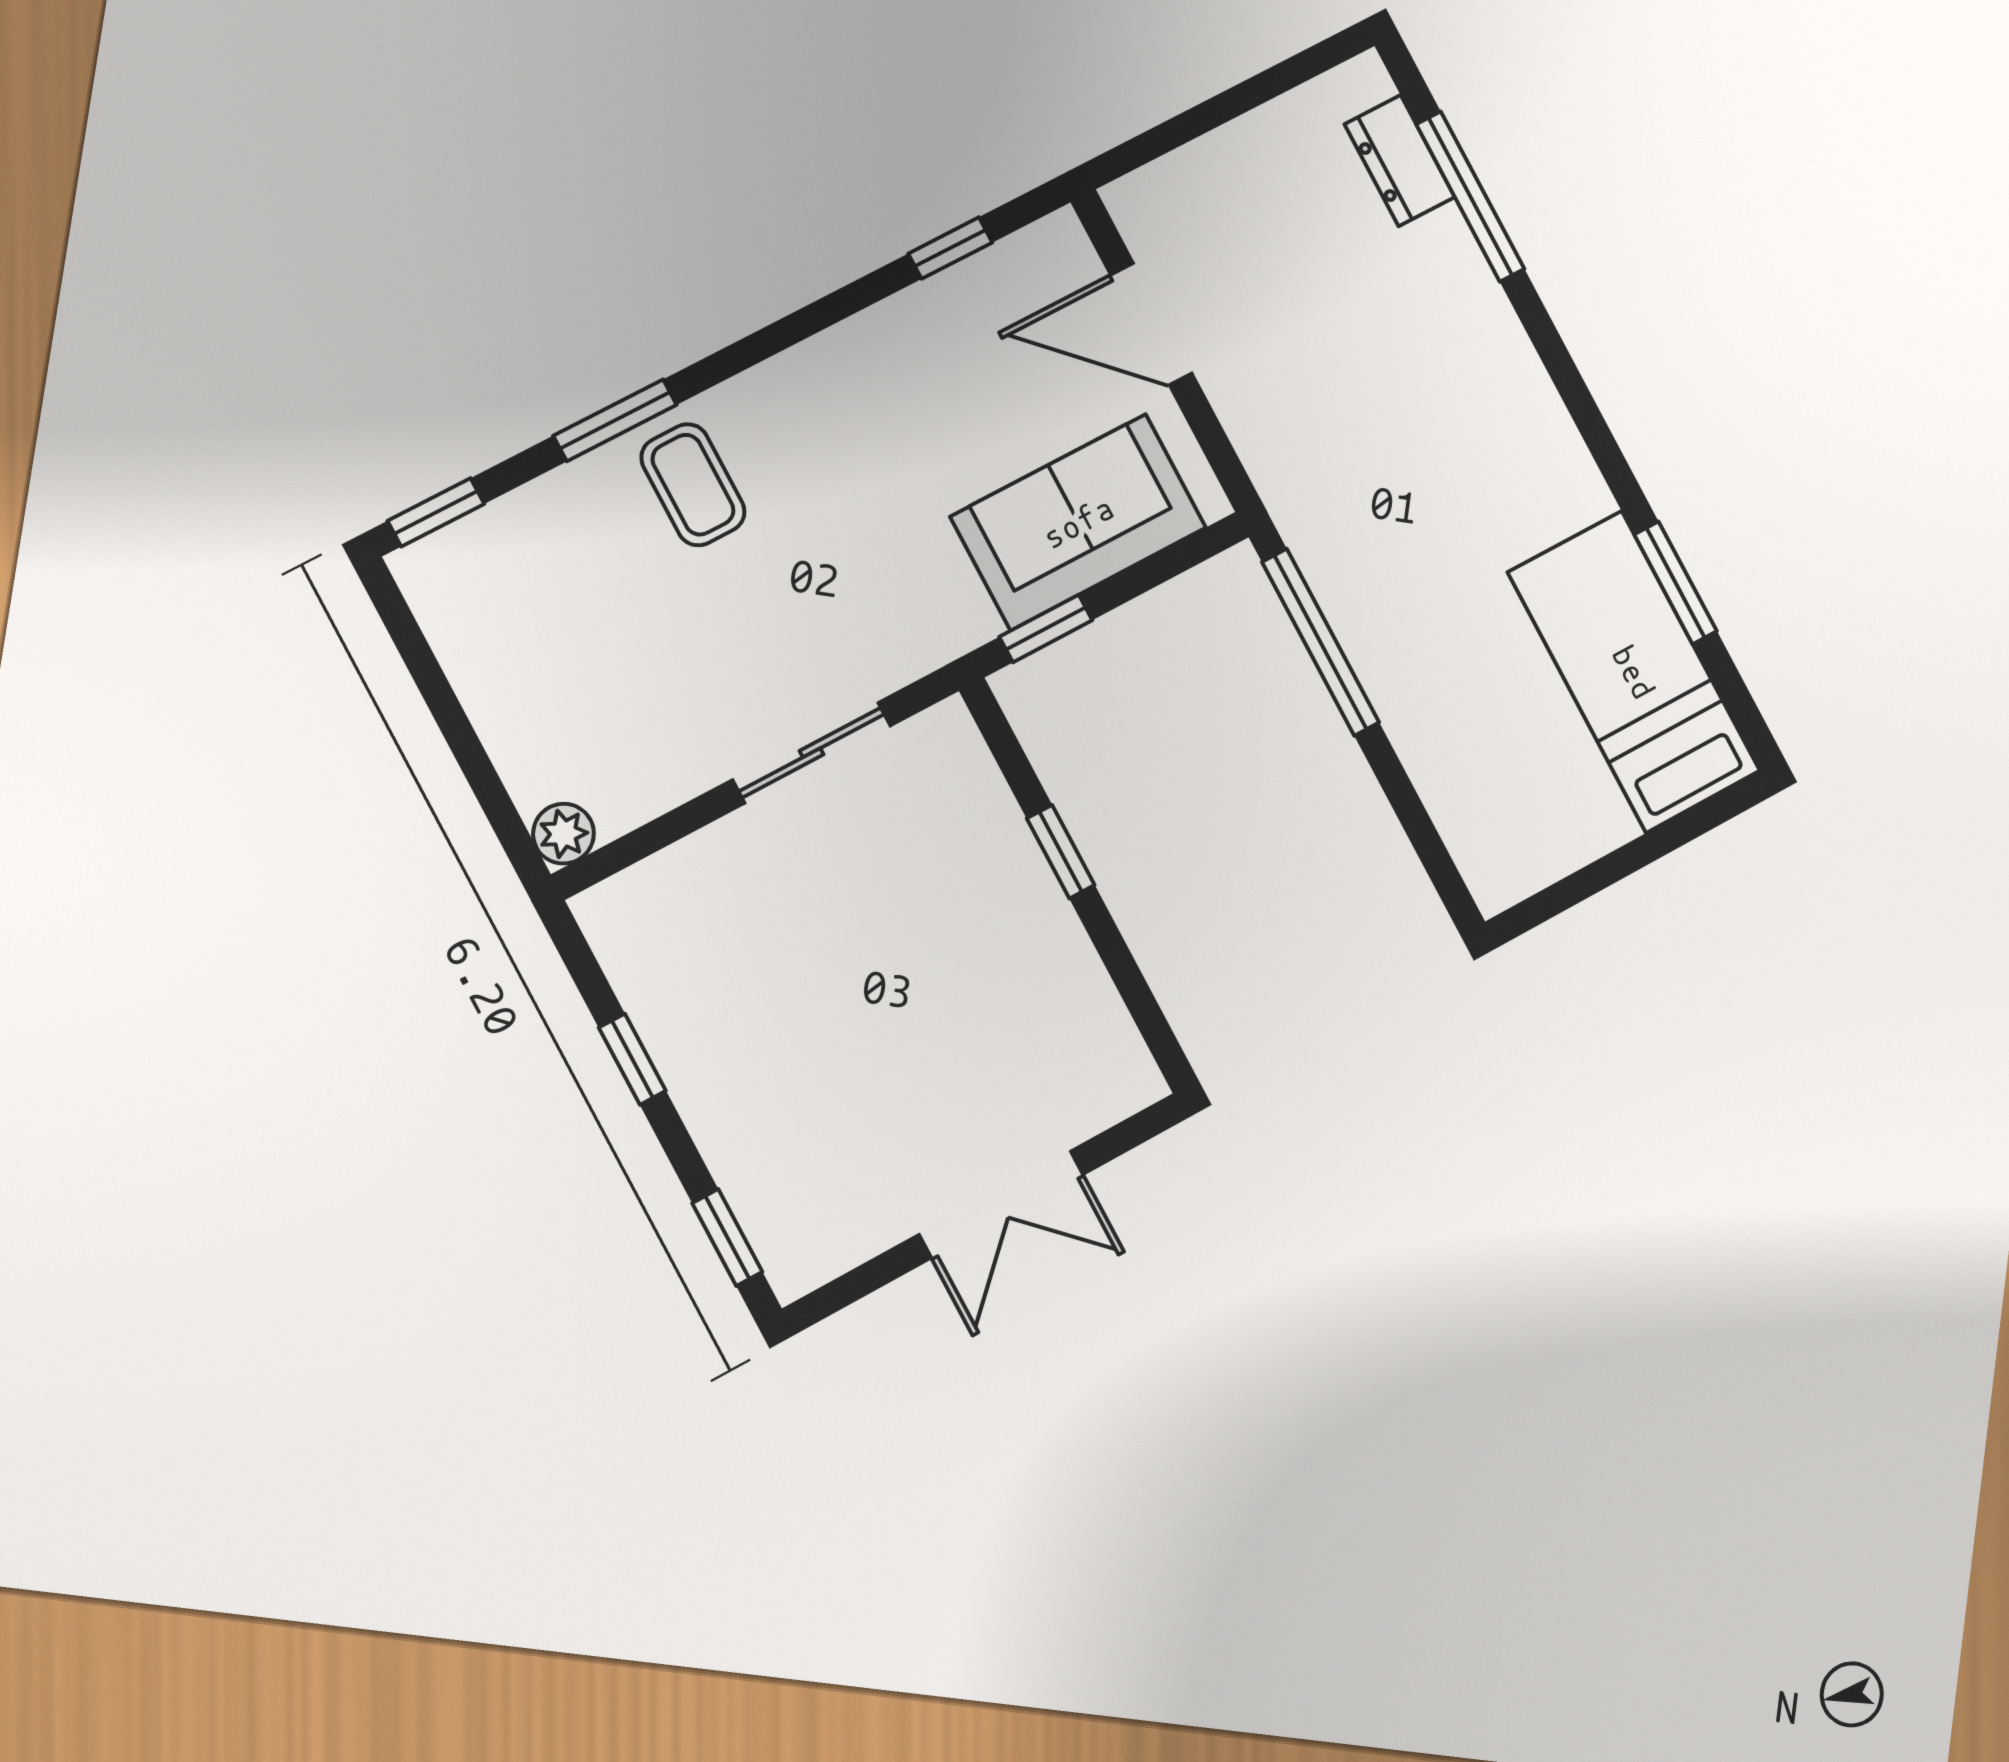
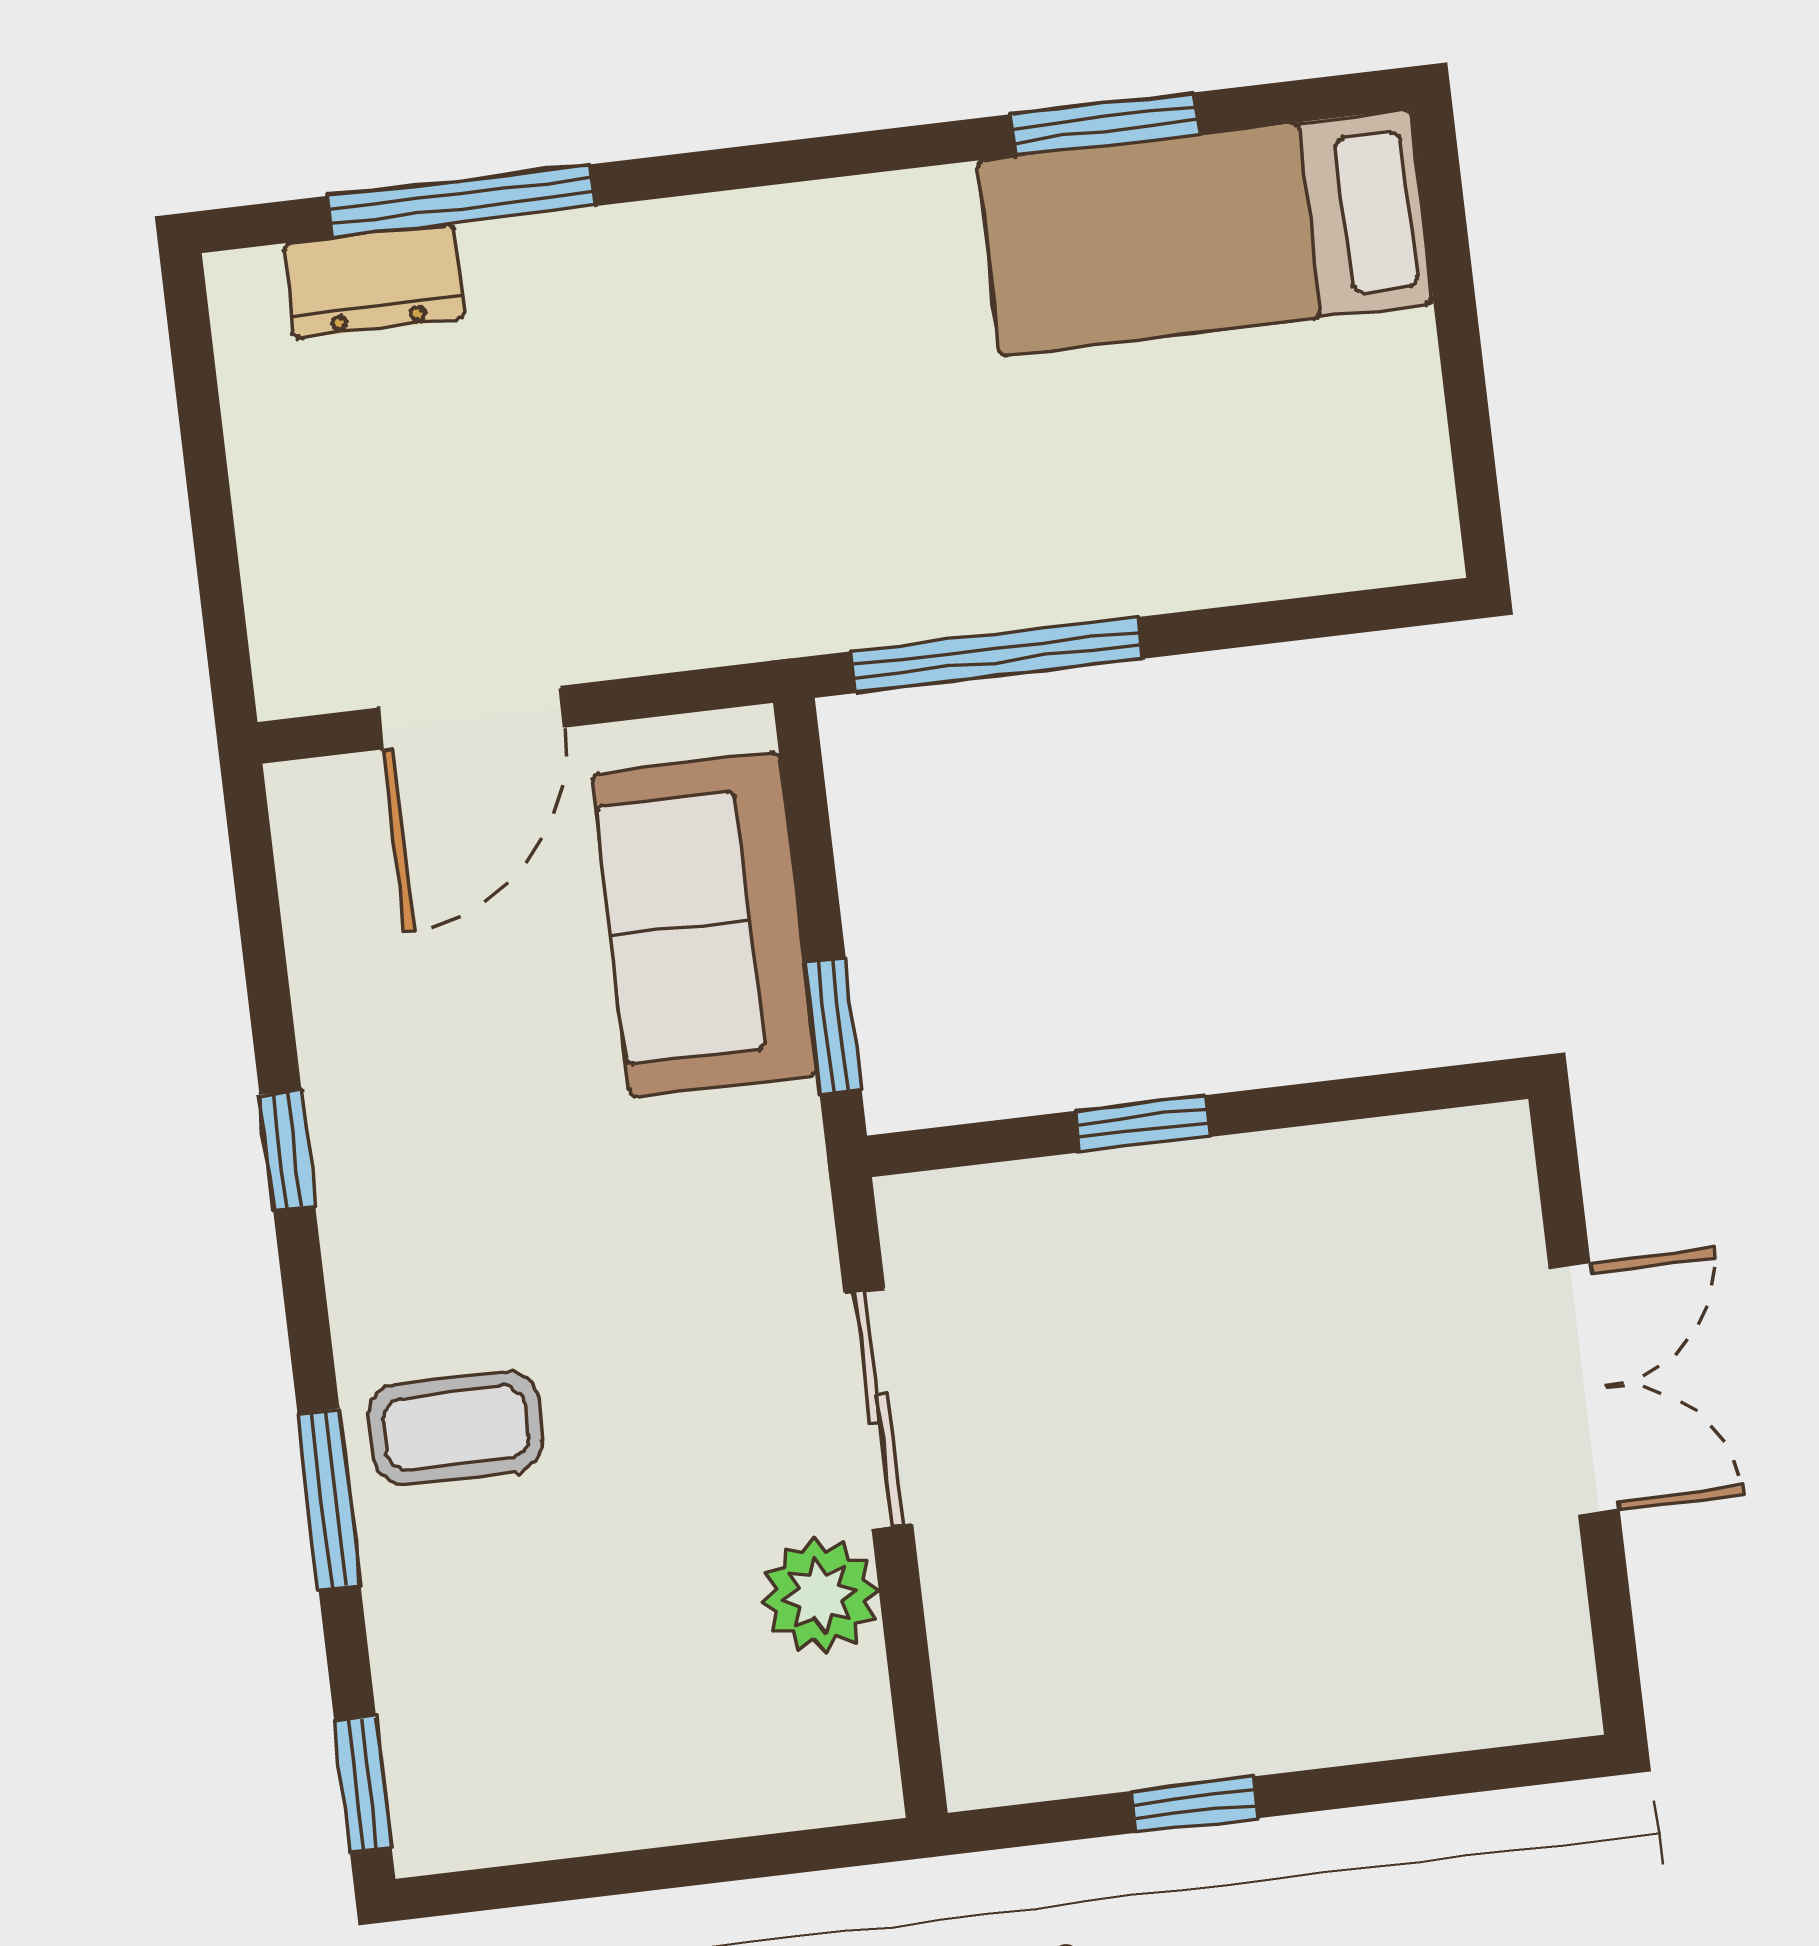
window: (950, 248) -> (287, 1151), moved
plant: (564, 834) -> (820, 1595), moved, width x1.38, depth x1.38
window: (727, 1237) -> (1481, 1770), removed

